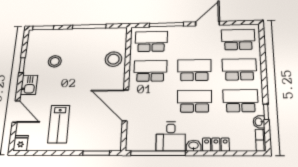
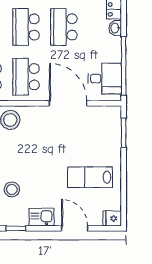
door: (125, 105) -> (68, 103), swing flipped
door: (16, 112) -> (75, 228), hinge flipped
lab bench: (59, 124) -> (90, 177), turned 180
desk: (171, 136) -> (105, 79), moved

